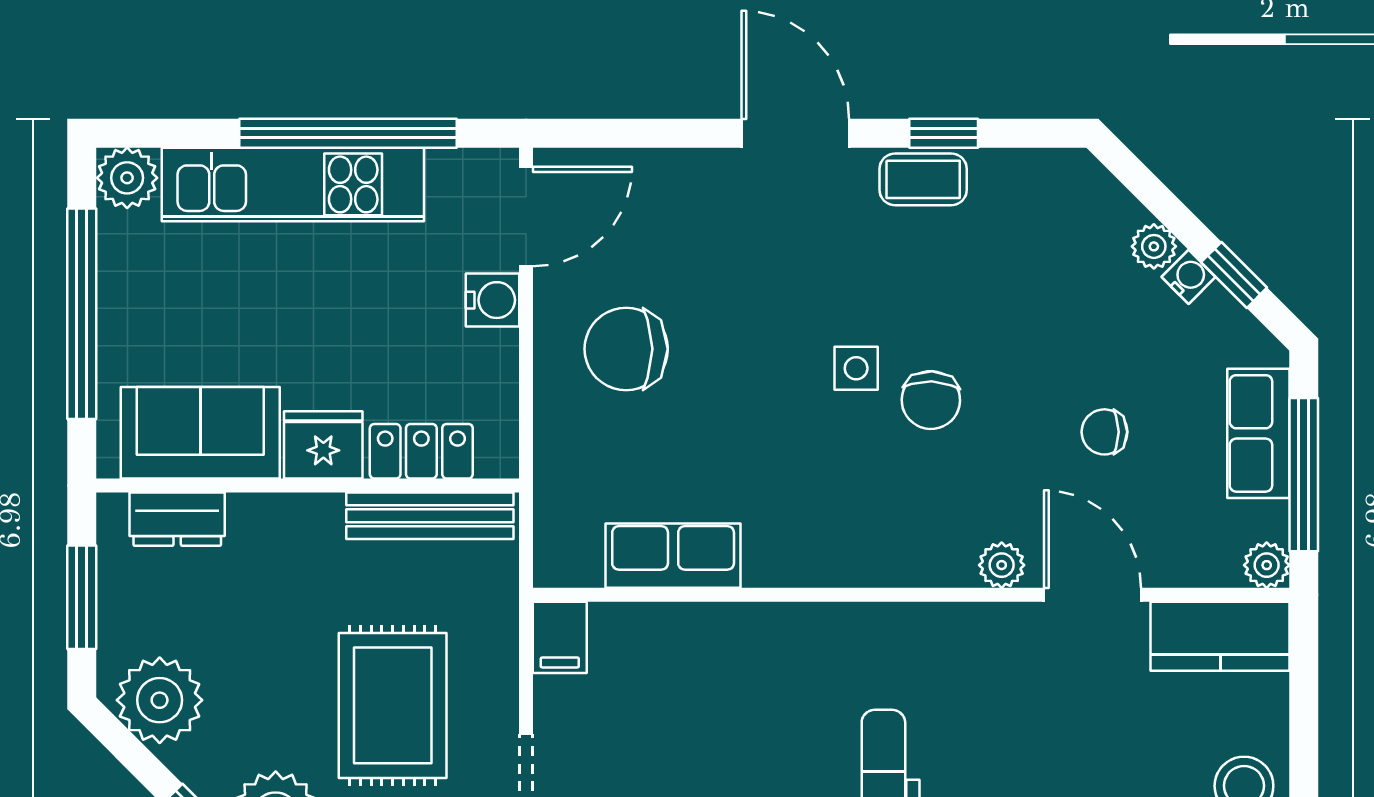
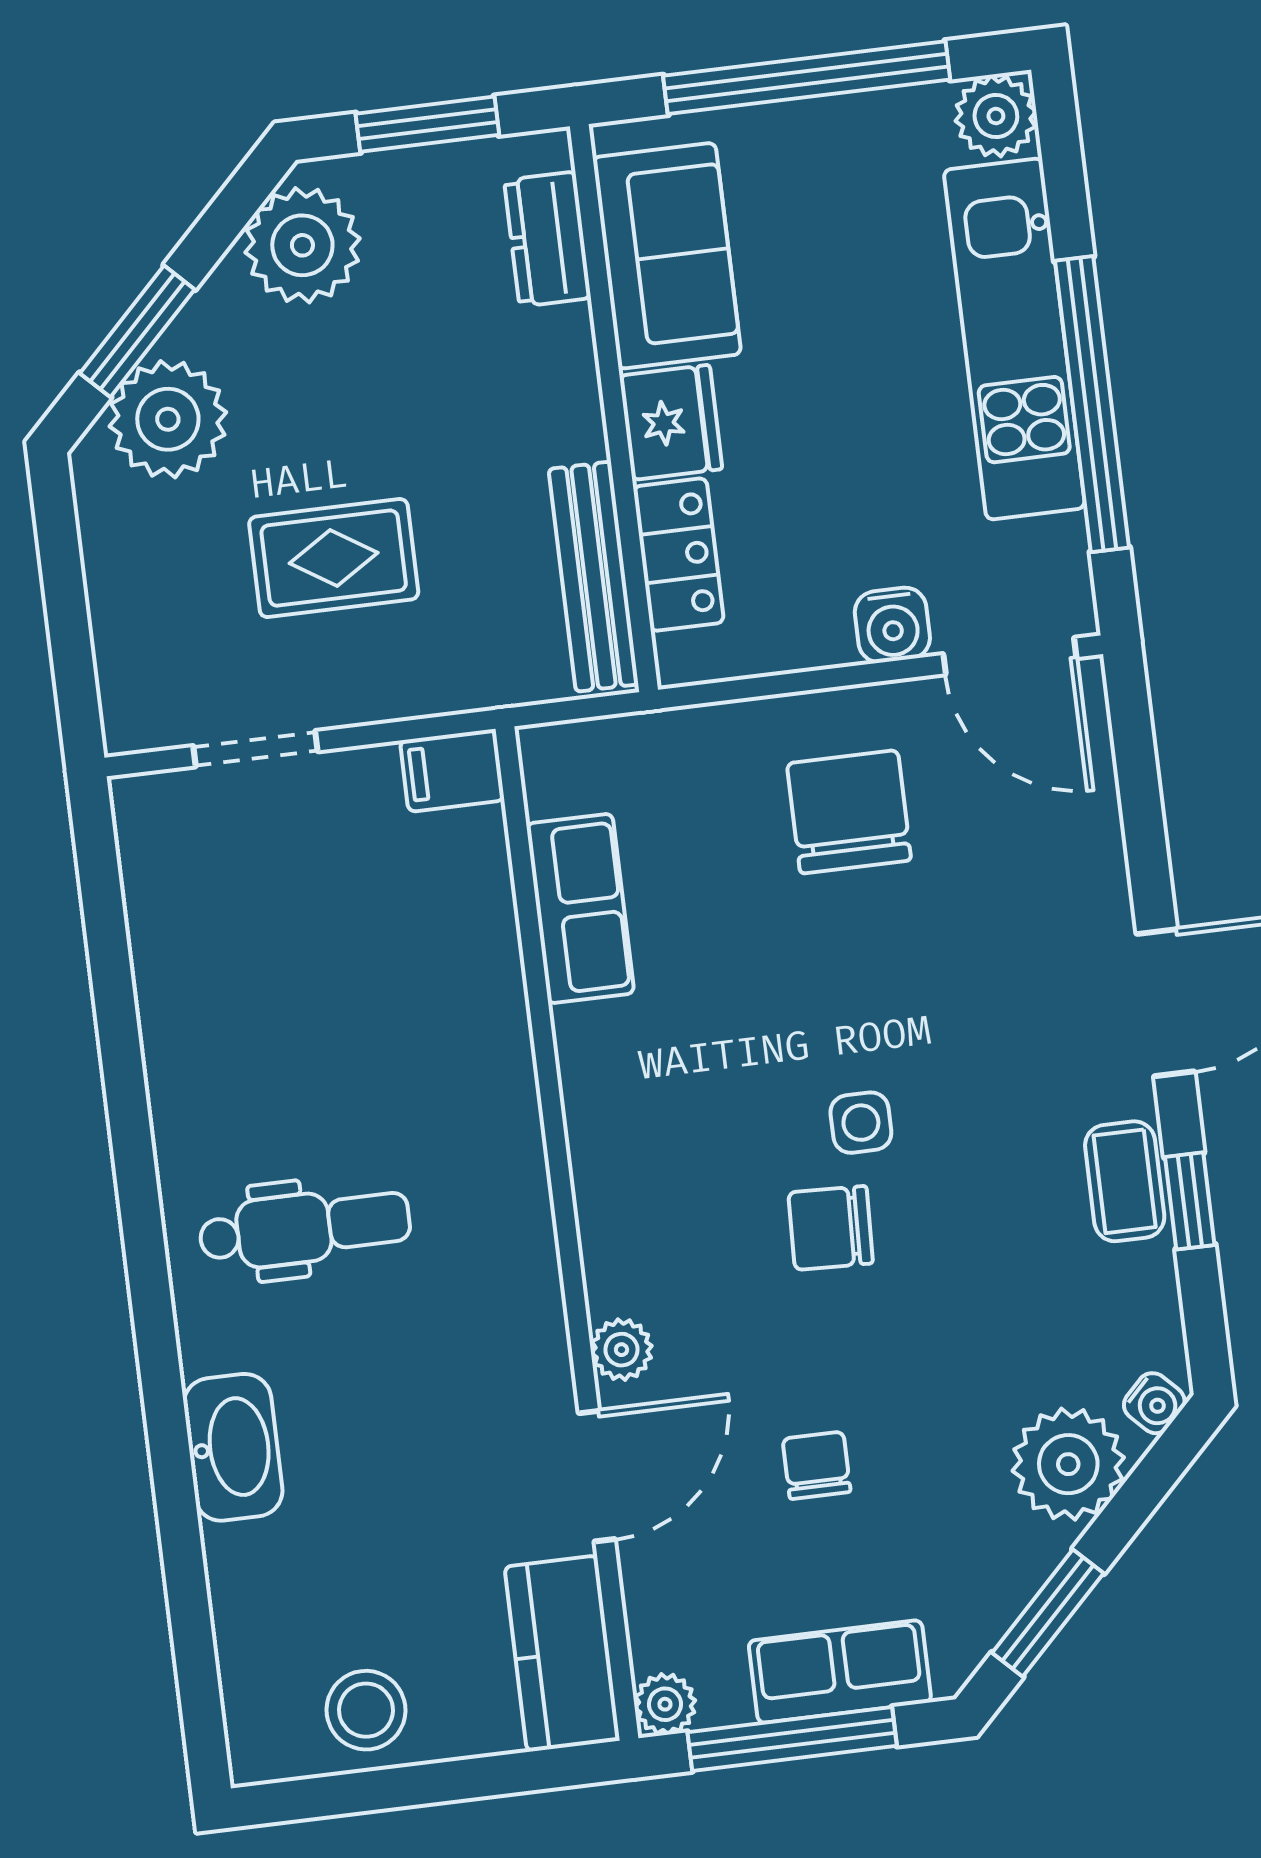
plant: (1154, 246) -> (1068, 1464), width x1.88, depth x1.88
window: (1234, 275) -> (1048, 1613), width x1.50
water cooler: (1189, 277) -> (1154, 1403), moved
rug: (393, 705) -> (334, 558), width x0.73, depth x0.70

